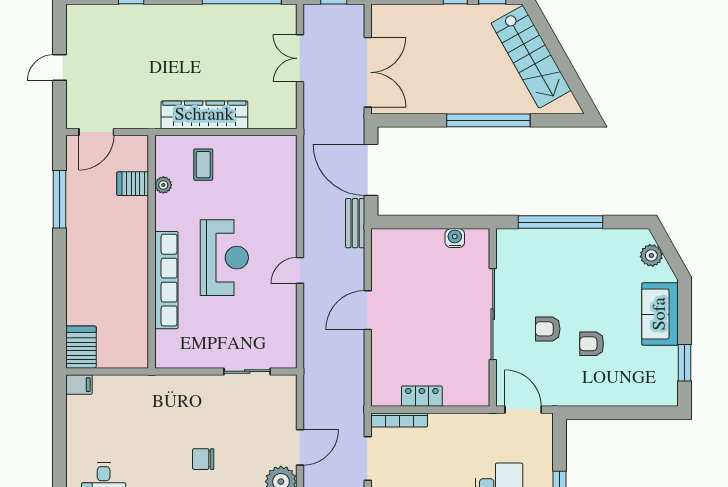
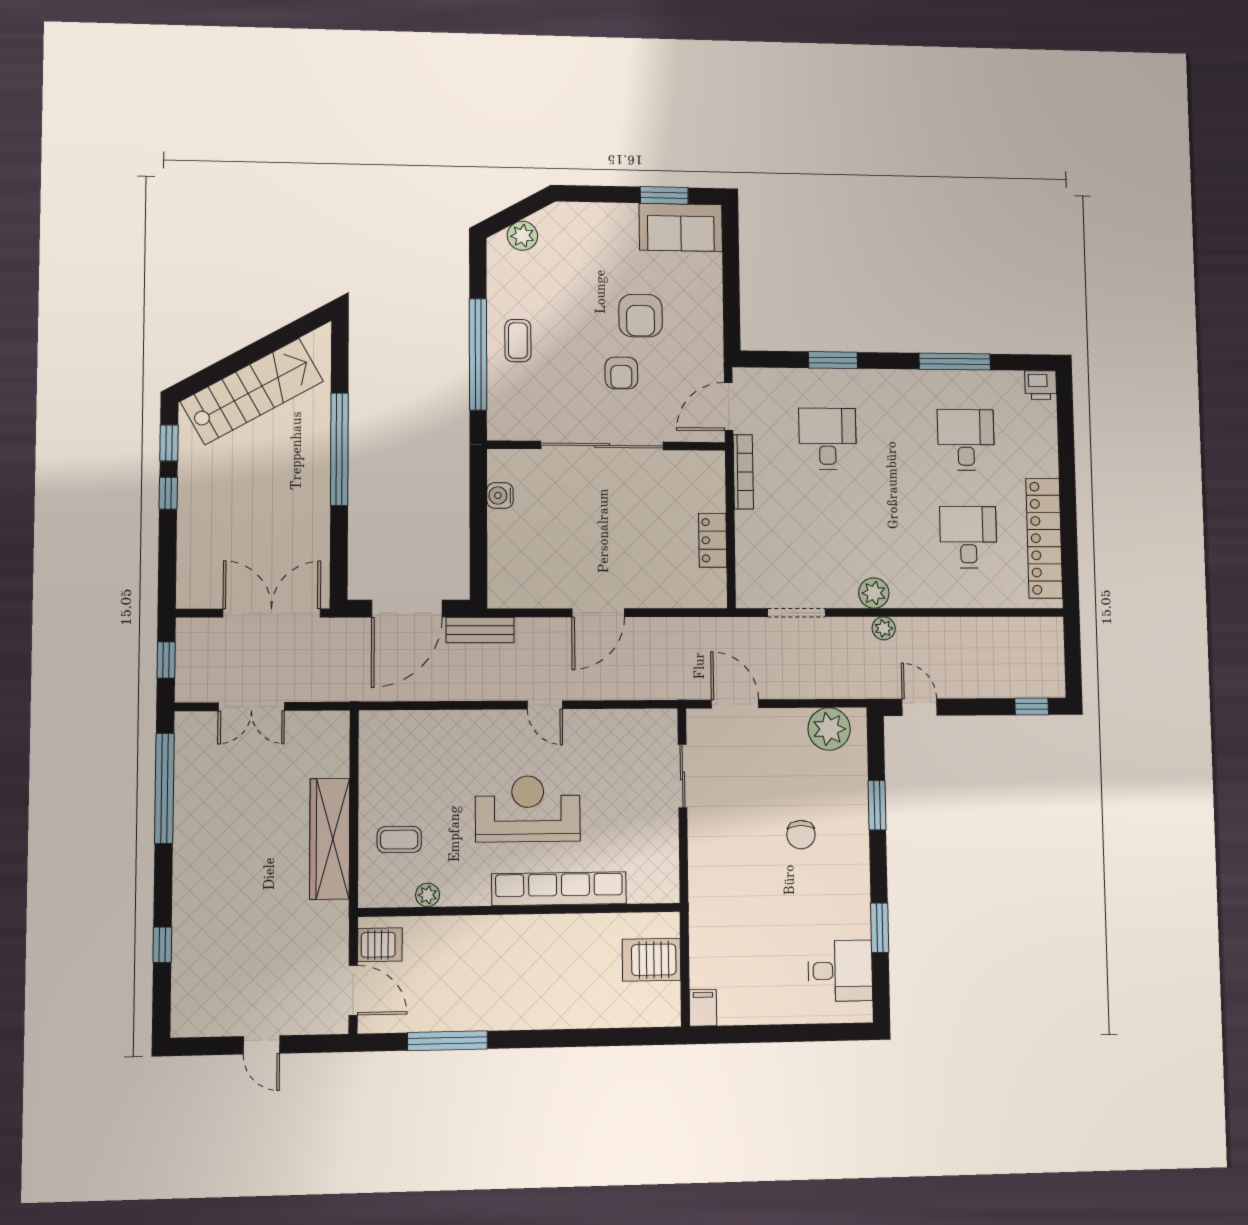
server rack: (133, 184) -> (380, 945), moved, turned -90
coffee table: (571, 252) -> (518, 341), added
door: (368, 310) -> (598, 613), hinge flipped
sofa: (660, 314) -> (681, 227), moved
armchair: (592, 344) -> (640, 316), width x1.38, depth x1.38
server rack: (81, 347) -> (651, 960), moved
bookcase: (399, 420) -> (743, 472), moved
door: (300, 447) -> (735, 704), moved

